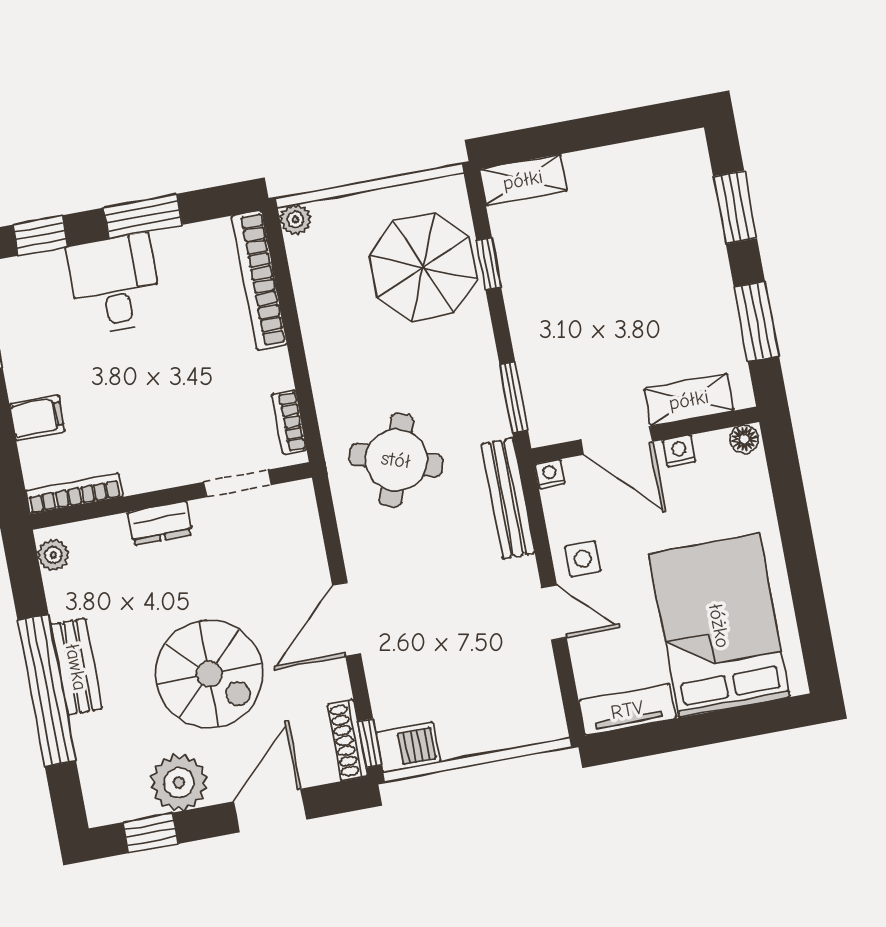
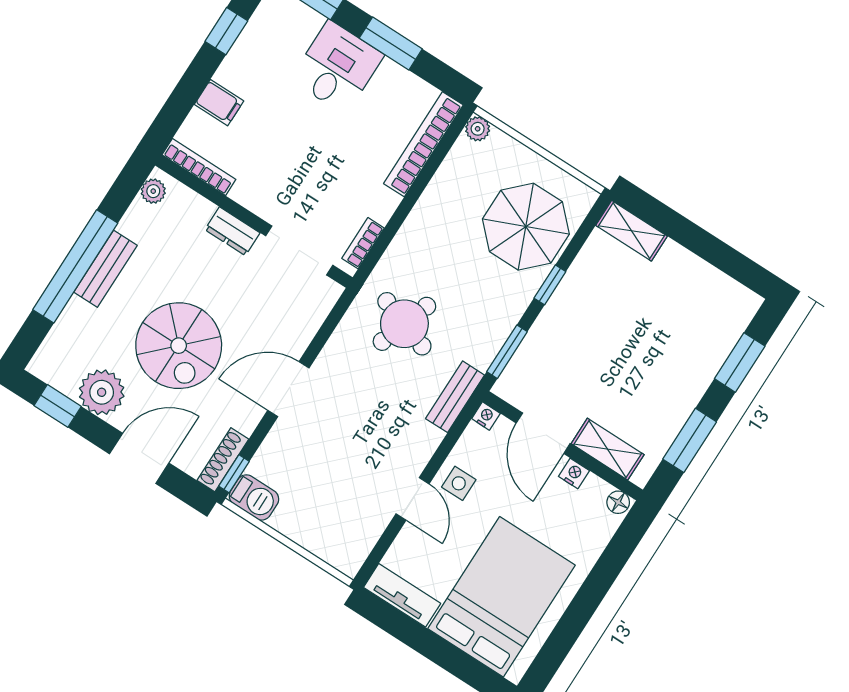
window: (489, 263) -> (550, 285), moved
doorway: (237, 484) -> (299, 250), width x1.38
bench: (508, 498) -> (455, 397), width x0.73

